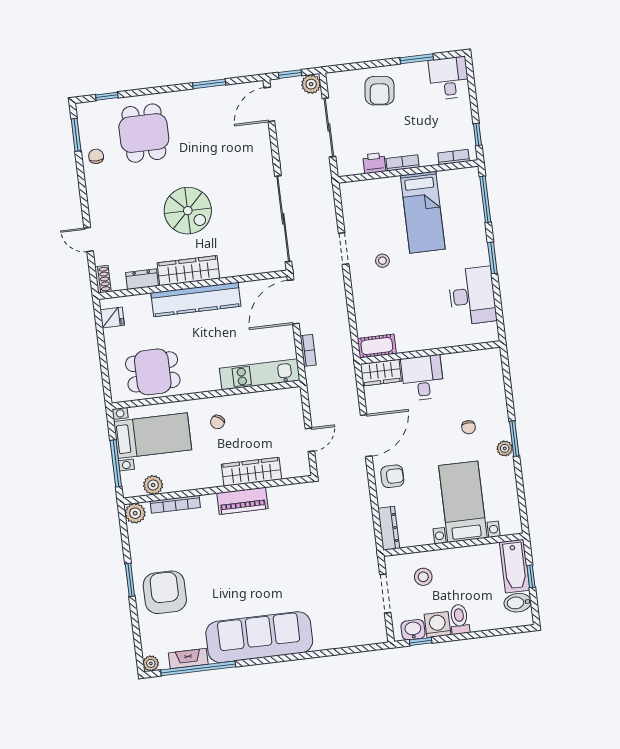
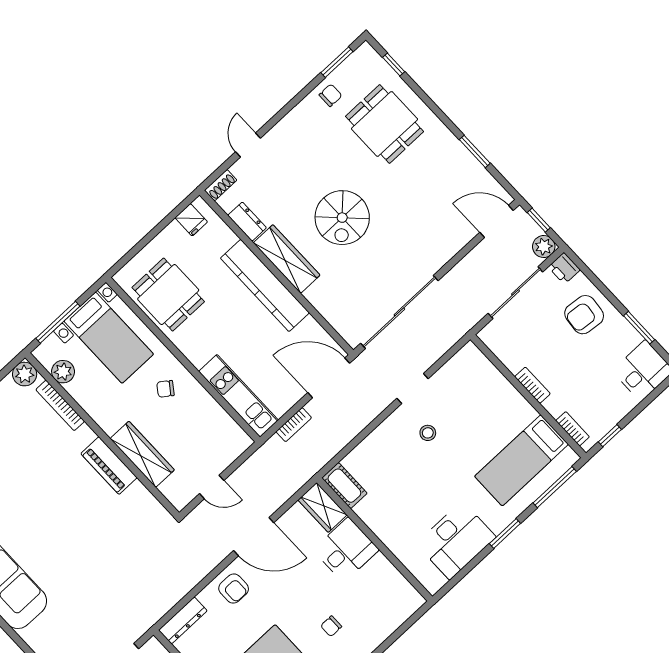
dining table: (144, 133) -> (385, 124), turned 90
printer: (374, 163) -> (564, 268), moved, turned 180
bed: (423, 212) -> (522, 460), moved

